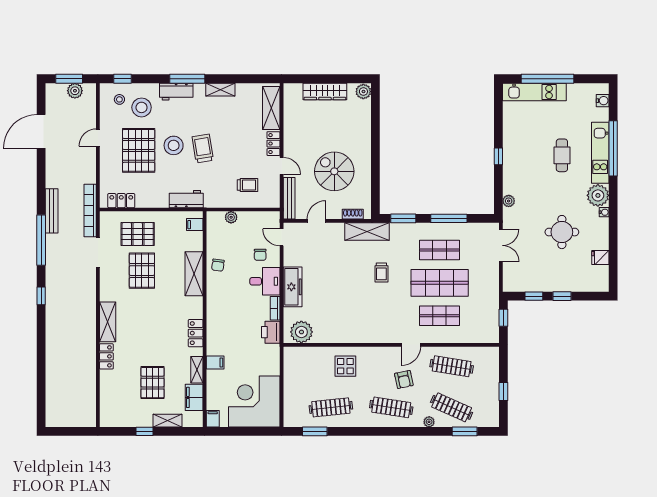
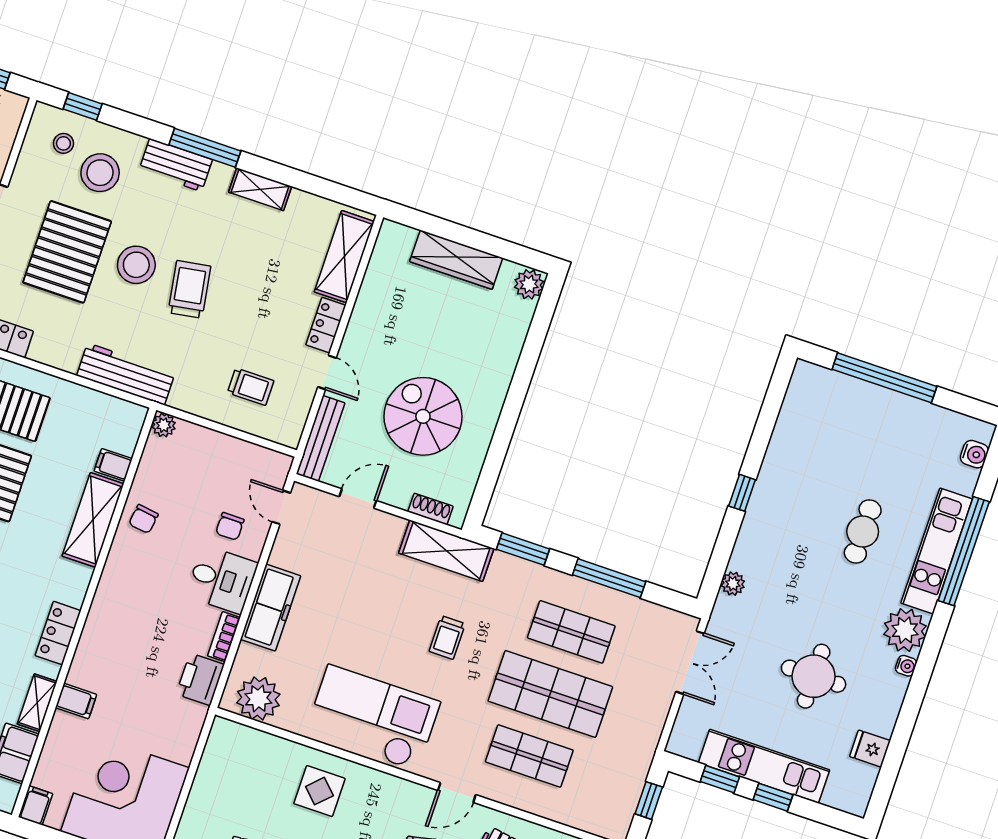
kitchen unit: (534, 92) -> (764, 766), moved, turned 180
workbench: (186, 199) -> (126, 374), width x1.38
plant: (231, 217) -> (164, 425), moved
filing cabinet: (195, 225) -> (113, 465), moved
checkout: (359, 323) -> (373, 718), added

